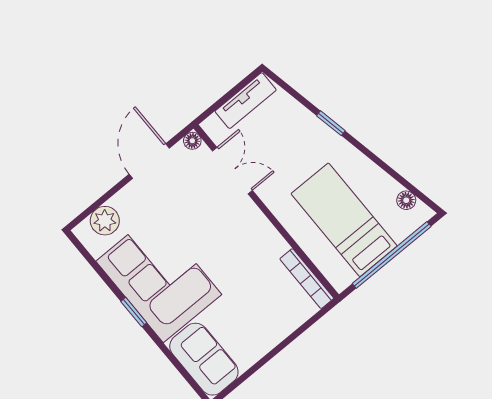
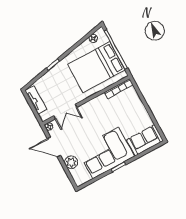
double door: (232, 171) -> (65, 112), swing flipped
bed: (344, 220) -> (96, 67), width x1.50
plant: (105, 221) -> (71, 162), moved

